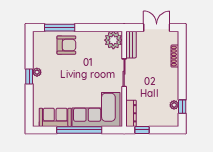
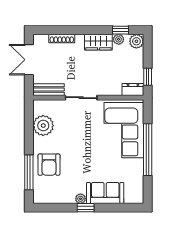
plant: (113, 40) -> (43, 126), moved
armchair: (66, 45) -> (49, 165), turned 180
wardrobe: (172, 88) -> (98, 42), added
dresser: (131, 113) -> (133, 90), width x0.70
sofa: (55, 117) -> (105, 193), moved, turned 90
plant: (172, 120) -> (136, 41), added

